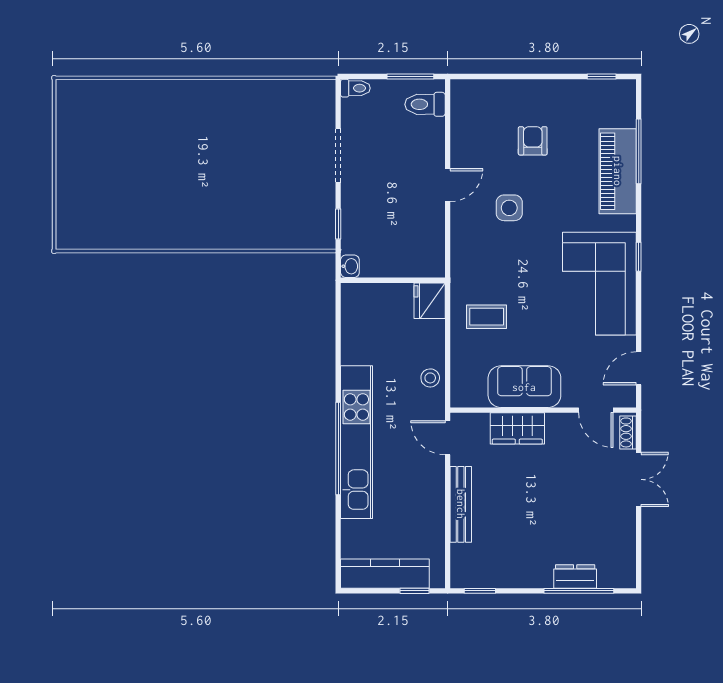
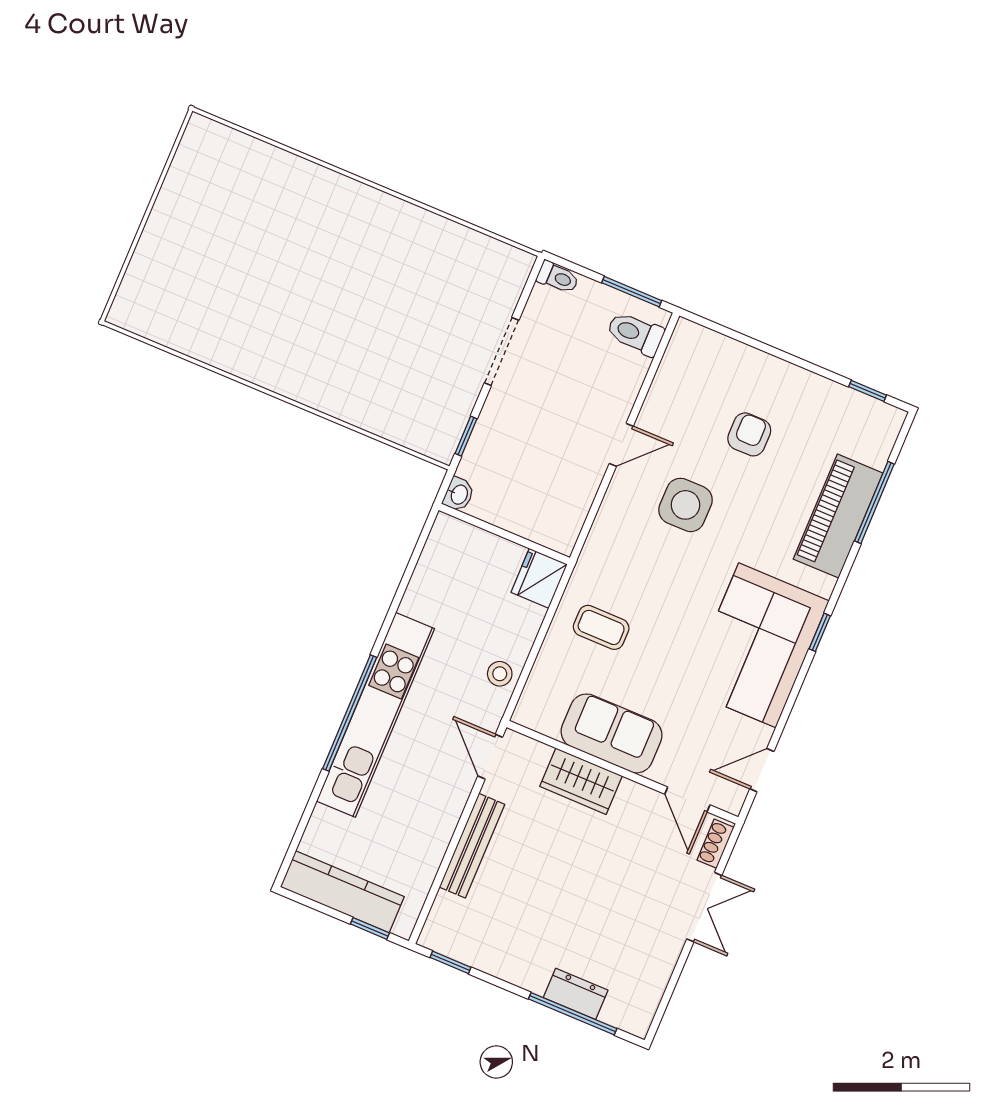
side table: (509, 208) -> (686, 505), width x1.37, depth x1.37

